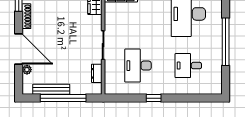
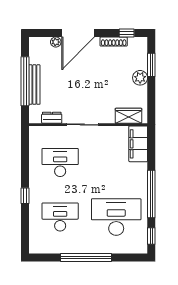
desk: (188, 66) -> (60, 217), width x1.37
bench: (51, 89) -> (34, 85), moved
window: (154, 98) -> (25, 196), moved

